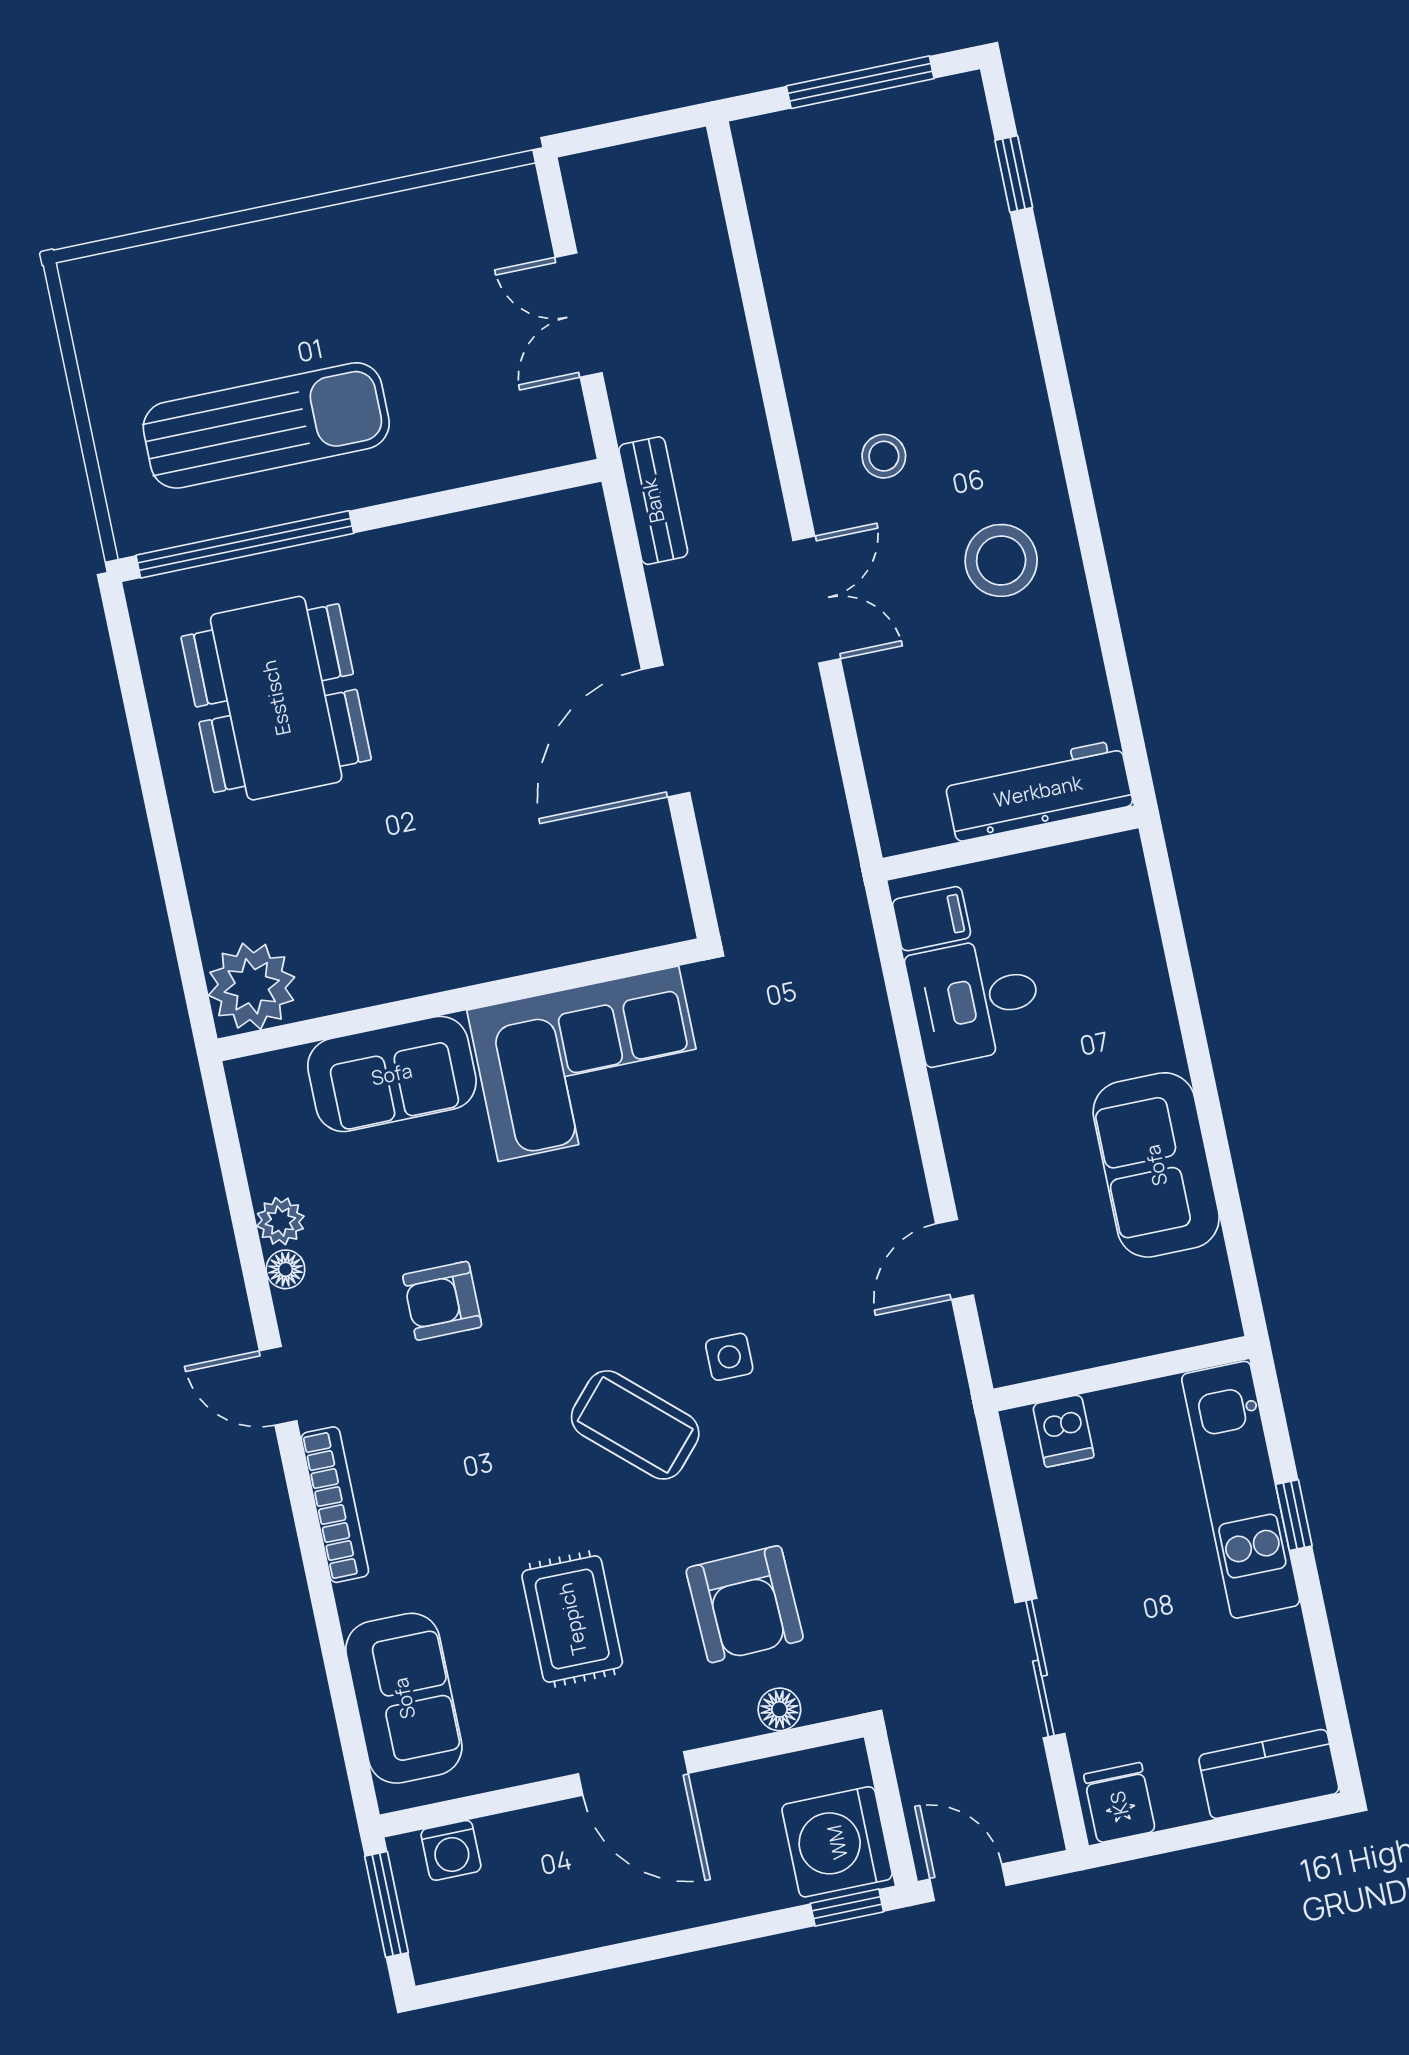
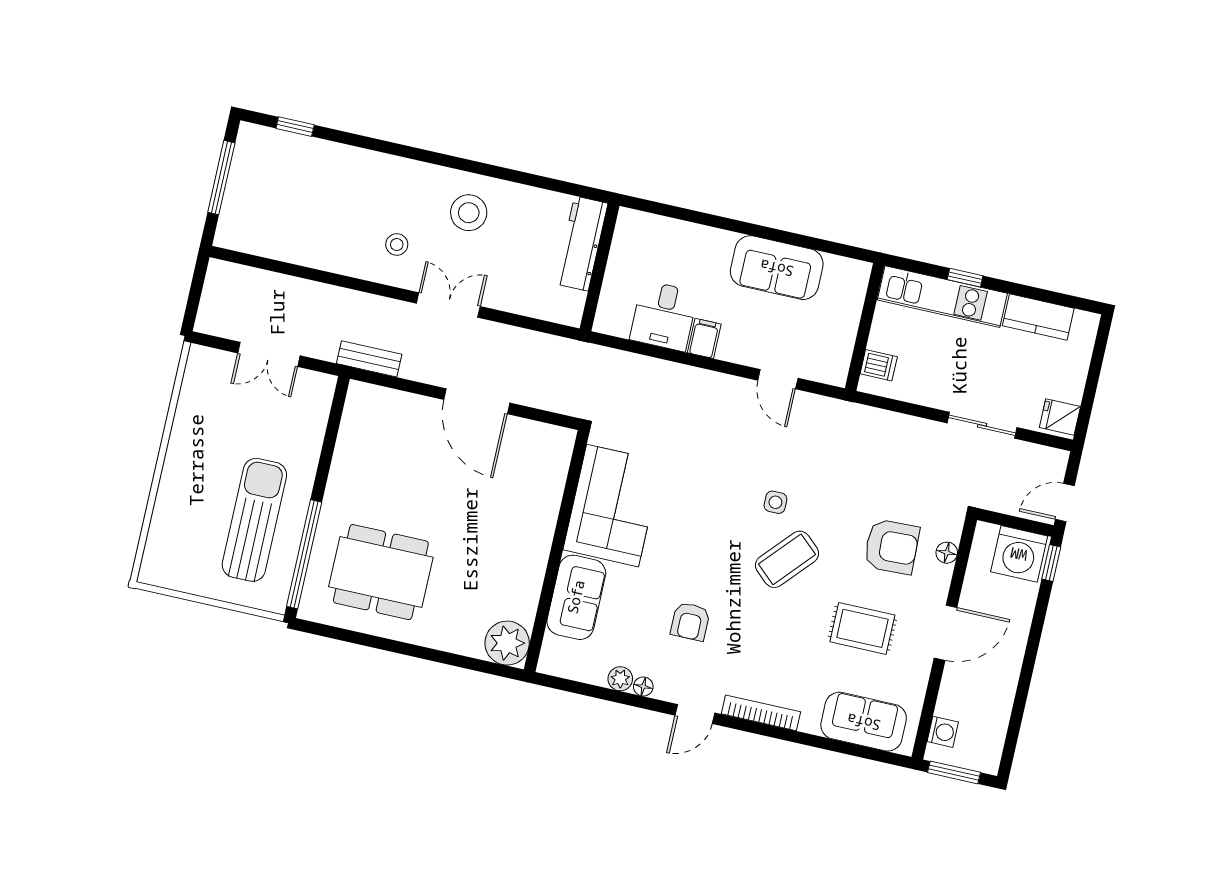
filing cabinet: (932, 919) -> (704, 338), moved
kitchen counter: (1269, 1774) -> (1038, 317), moved, turned -90

